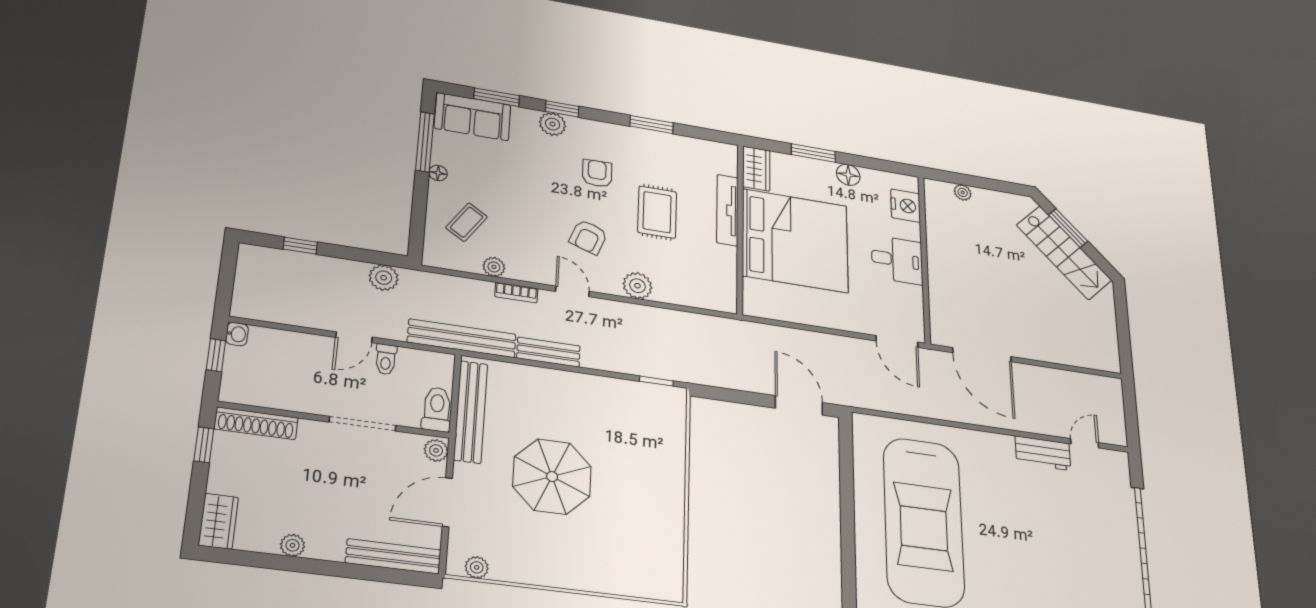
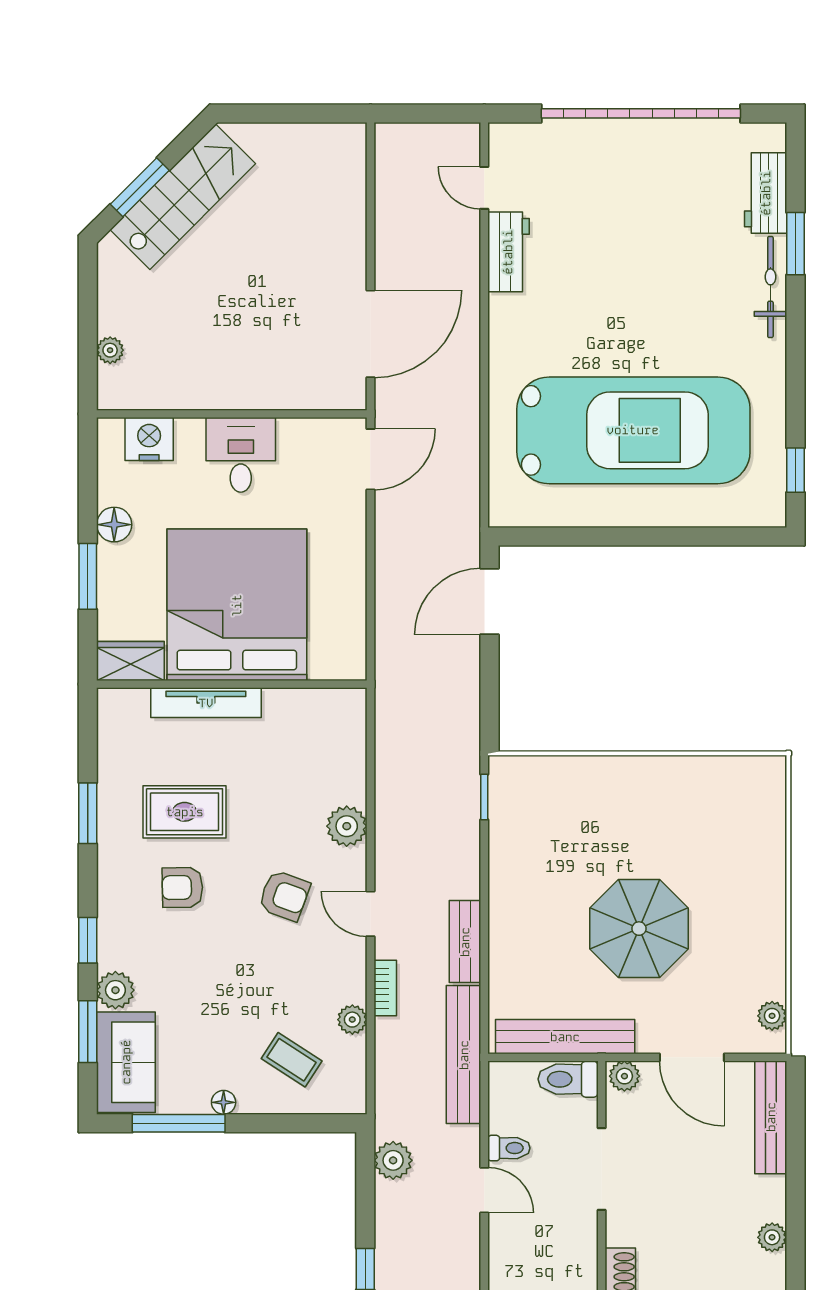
plant: (553, 124) -> (115, 990), moved
rug: (657, 212) -> (185, 812), moved
door: (572, 291) -> (370, 914), hinge flipped

